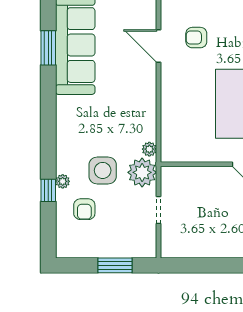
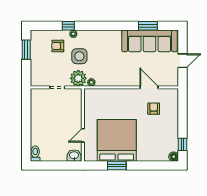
door: (159, 46) -> (149, 87), hinge flipped
window: (115, 265) -> (26, 50), moved

